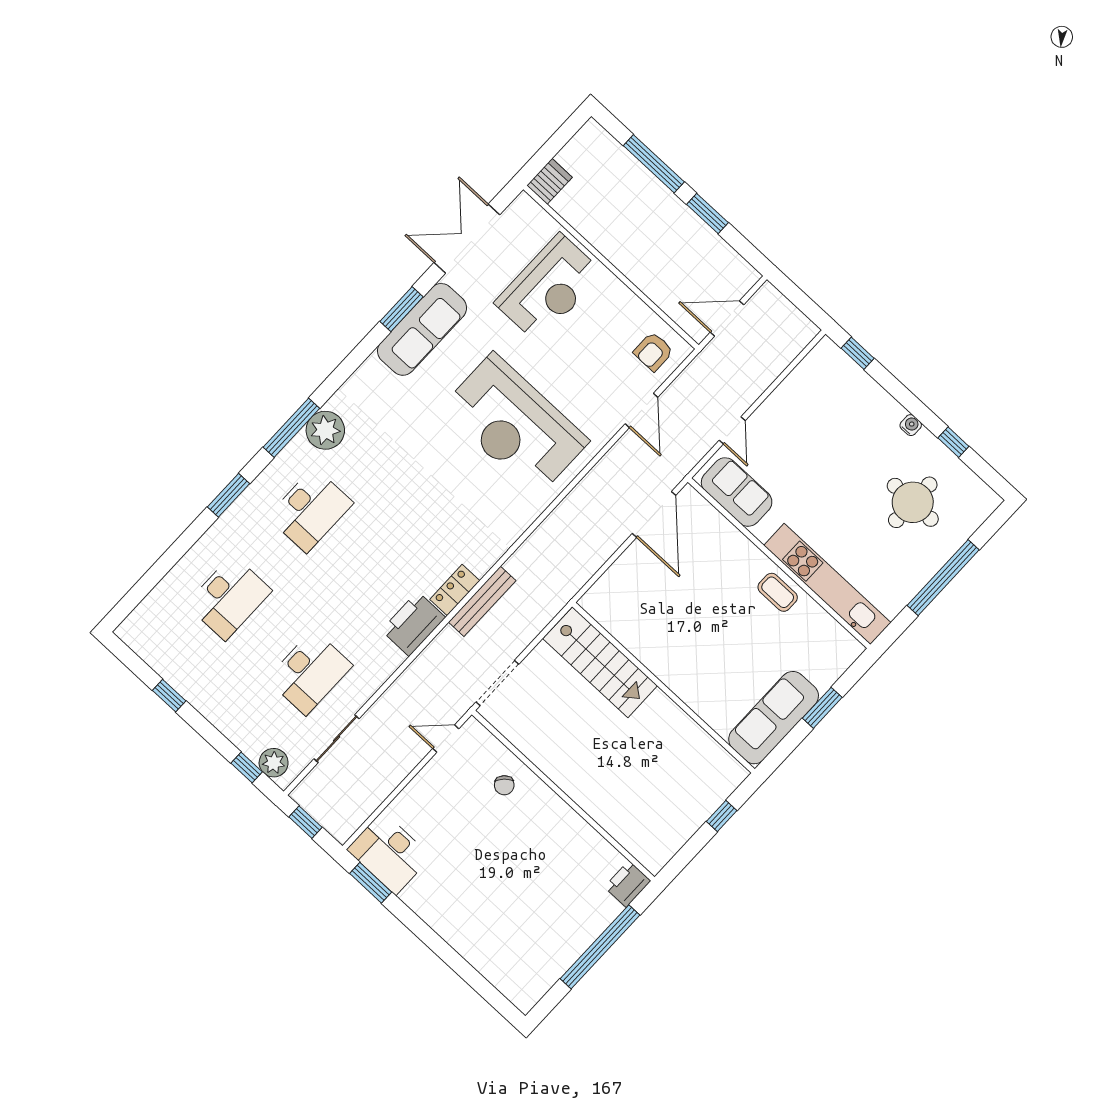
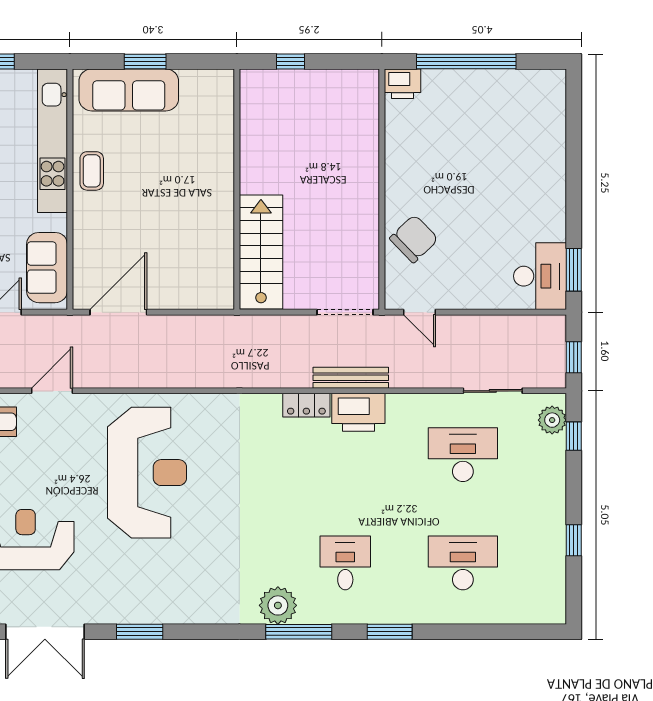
sofa: (422, 329) -> (140, 603), removed
desk: (310, 510) -> (345, 563), width x0.73
bench: (482, 601) -> (351, 378), moved
sofa: (774, 718) -> (129, 90), moved
chair: (504, 785) -> (414, 239), width x1.87, depth x1.87

